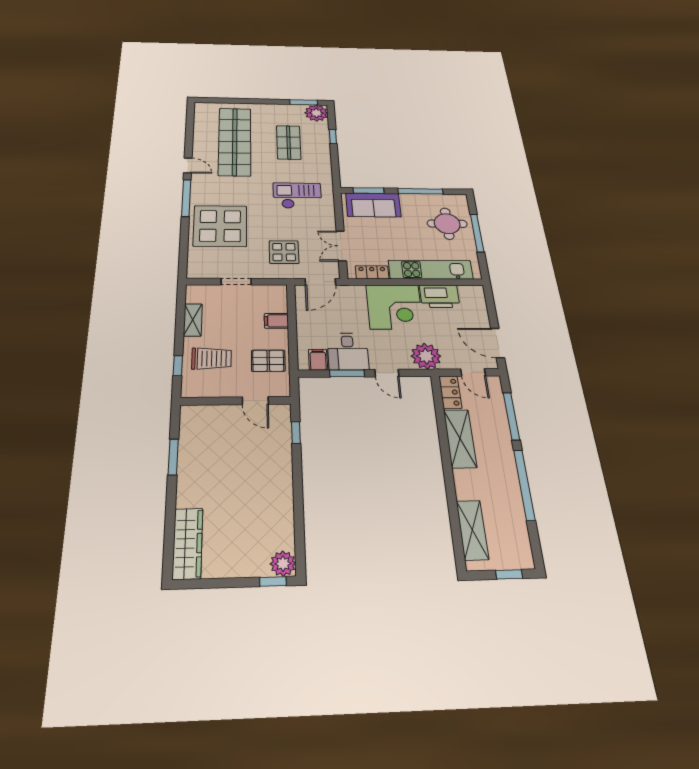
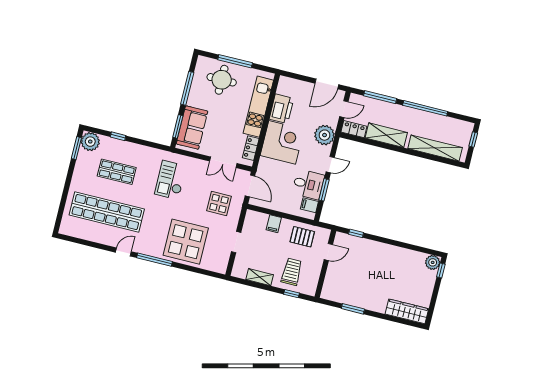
pallet: (268, 361) -> (302, 237), turned 90
shelving: (472, 530) -> (435, 148), width x1.47

